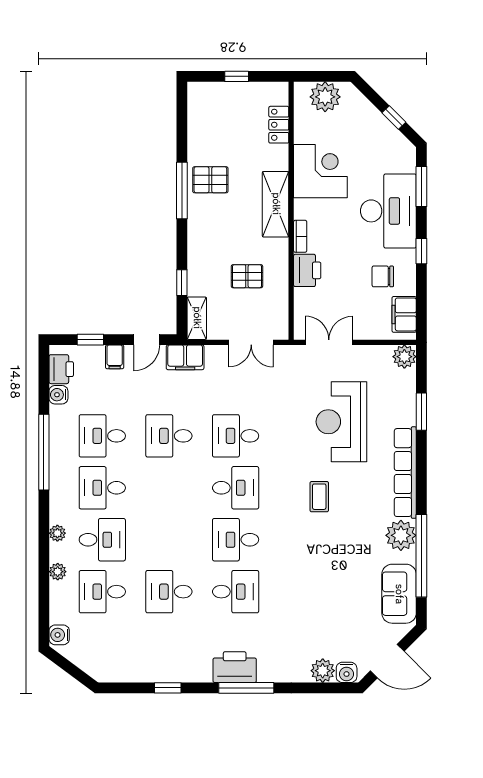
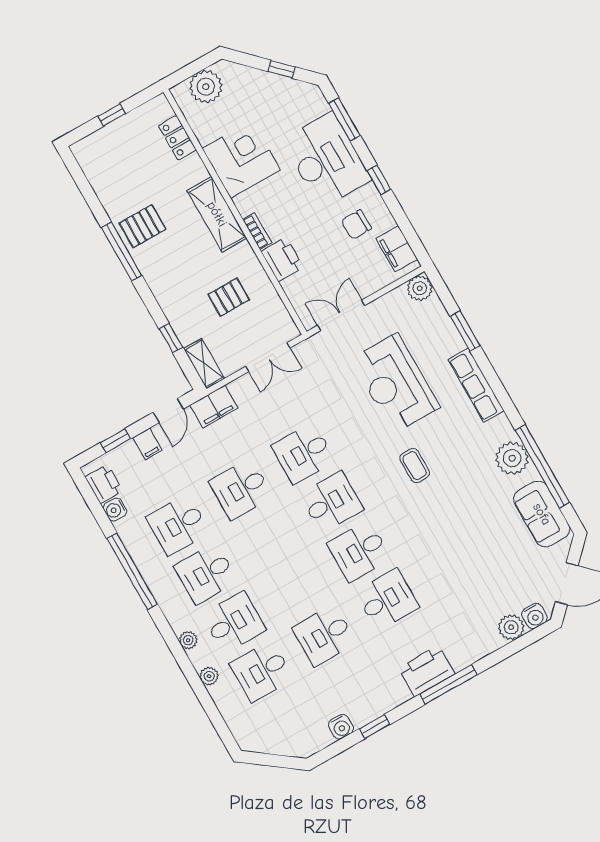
row of seats: (405, 473) -> (476, 385), width x0.73
water cooler: (59, 635) -> (341, 727), moved, turned -90

